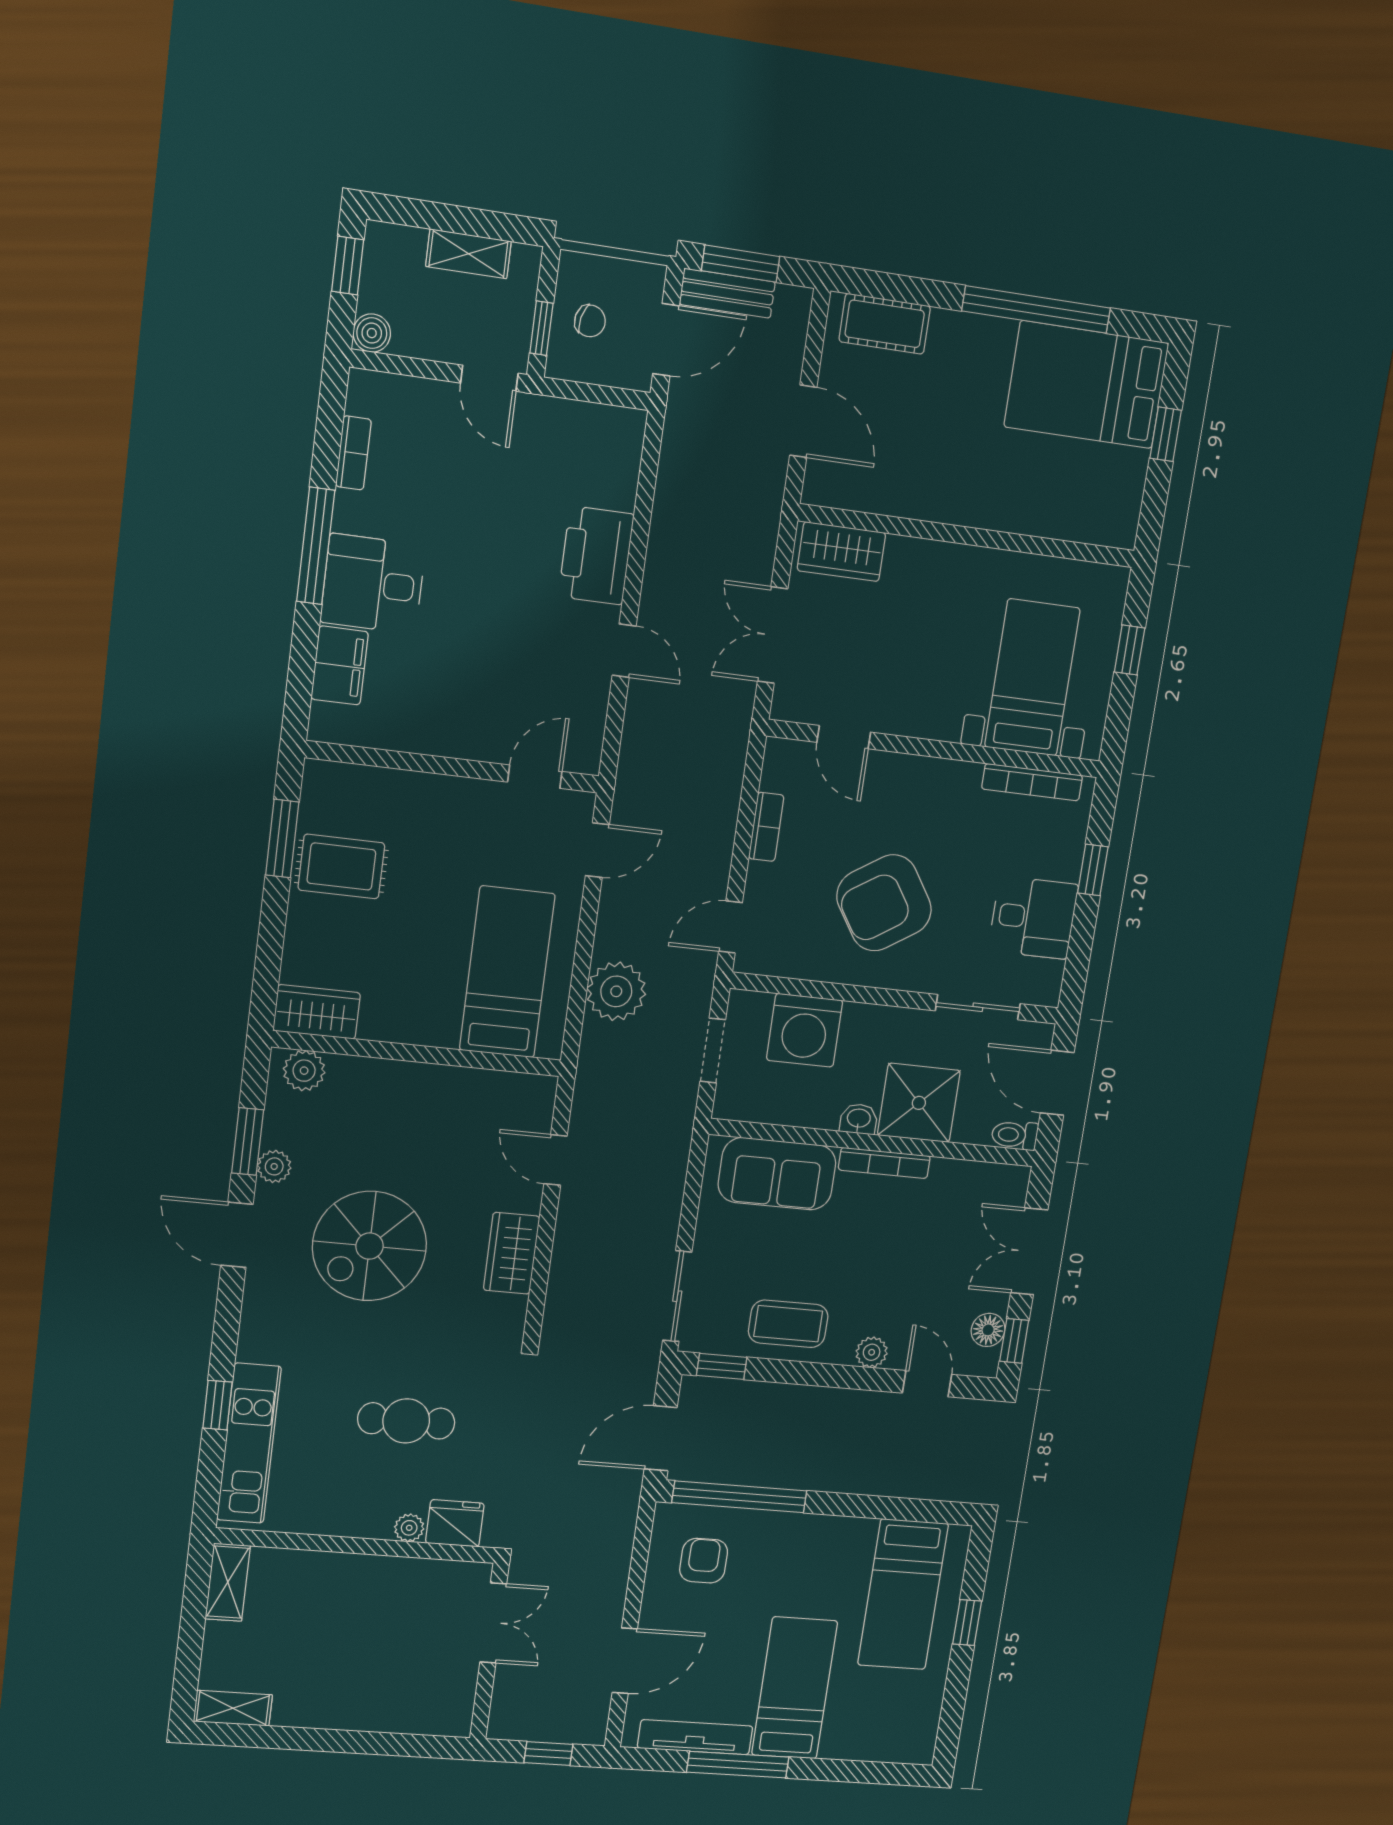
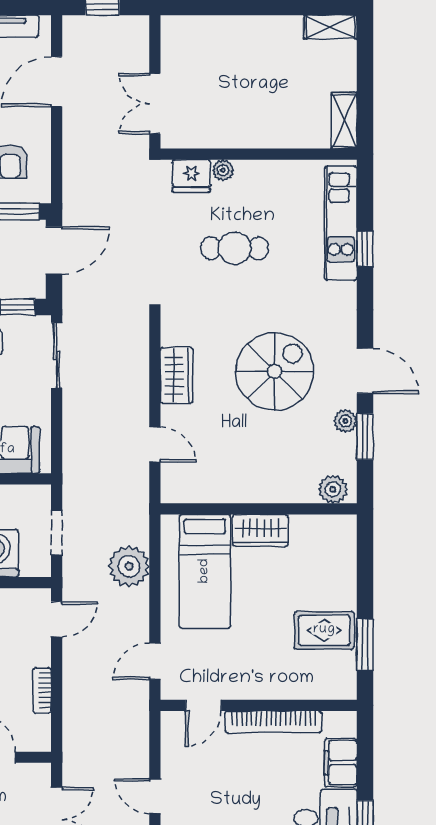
bookcase: (434, 740) -> (273, 722), added
wardrobe: (317, 1012) -> (260, 530), moved

